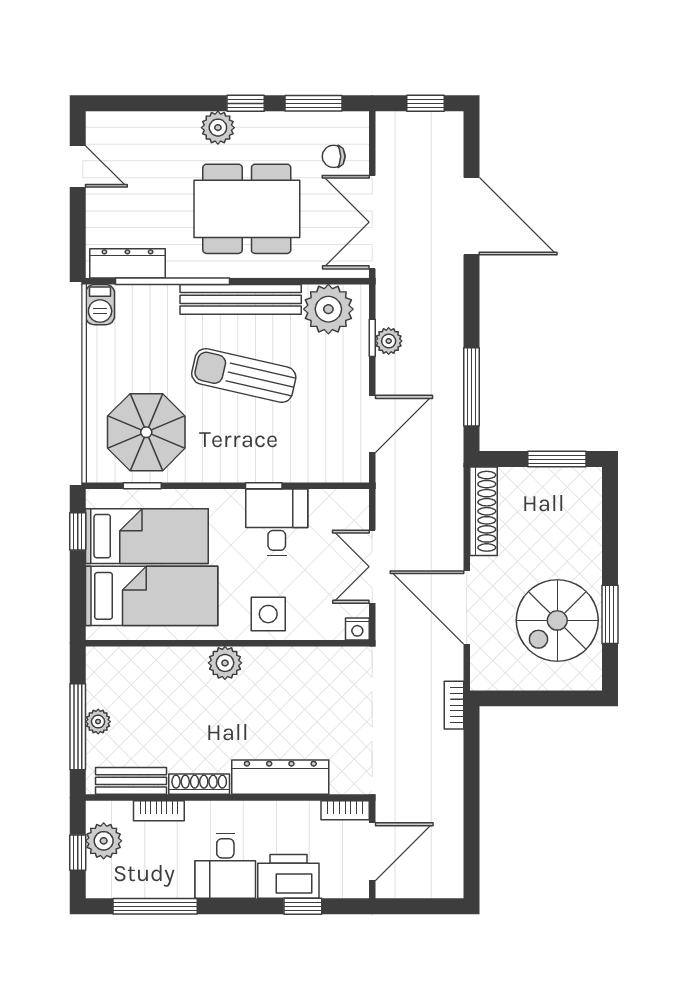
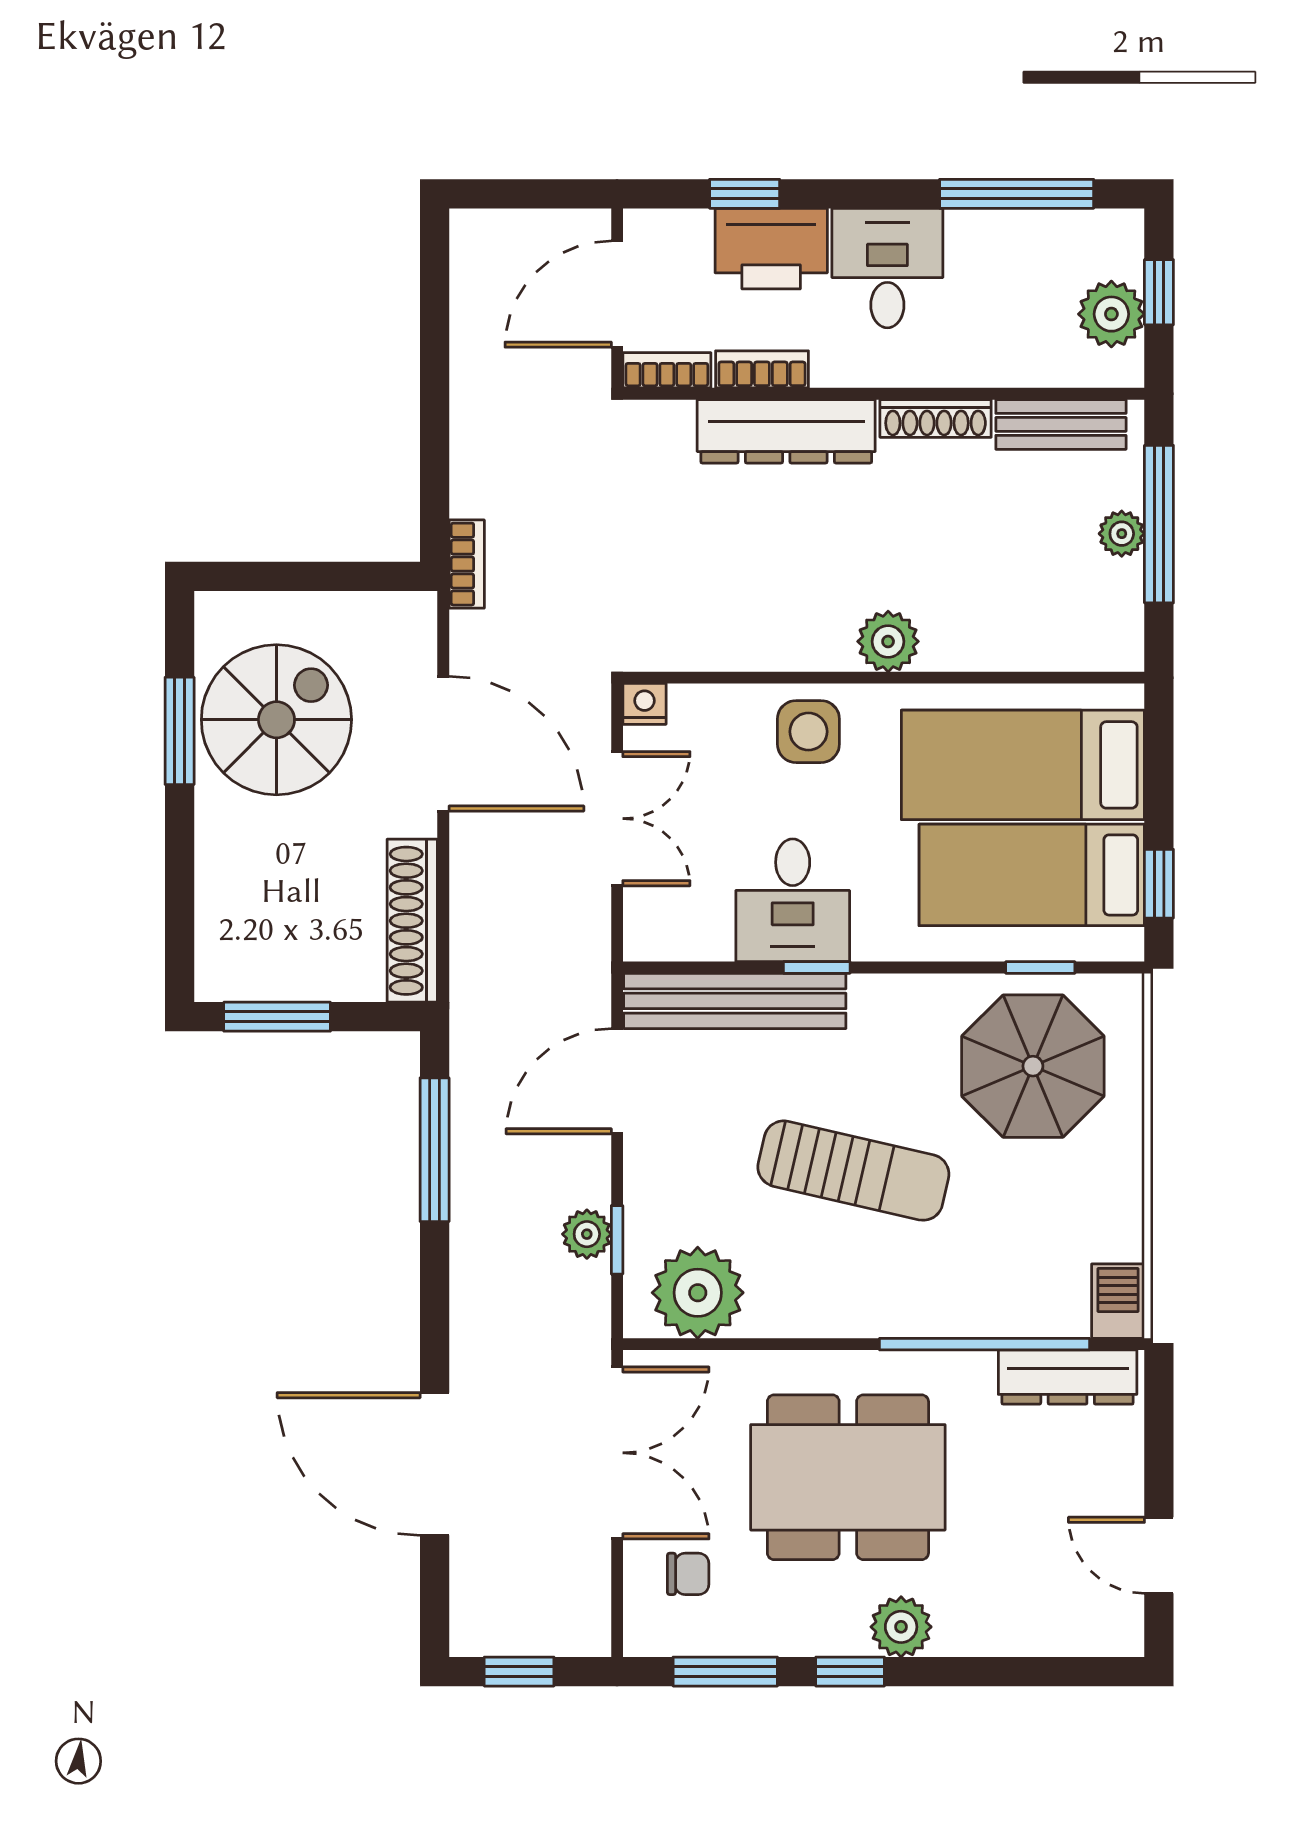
bench: (241, 299) -> (735, 1001), moved
bookcase: (159, 811) -> (762, 369), moved

